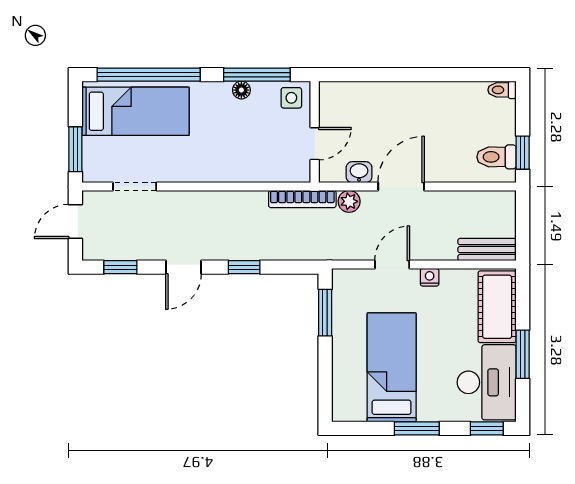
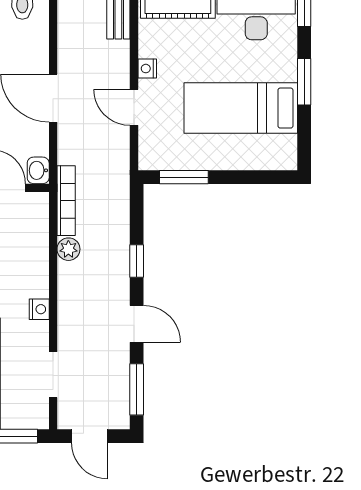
washbasin: (359, 172) -> (38, 170), moved
nightstand: (198, 173) -> (39, 309), added
plant: (349, 201) -> (68, 249), moved
window: (120, 267) -> (137, 389), width x1.50

